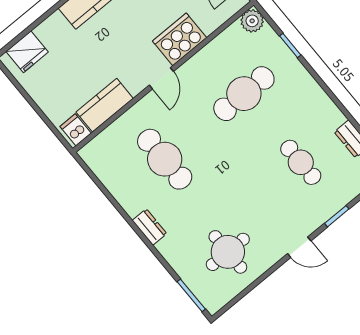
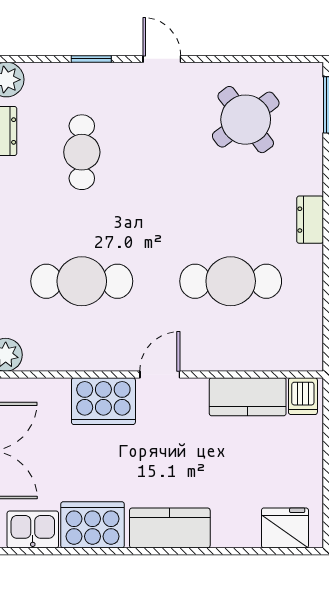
cafe table: (165, 159) -> (231, 281), turned 90
round table: (228, 252) -> (246, 120), turned -37

